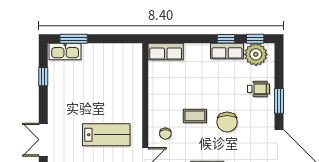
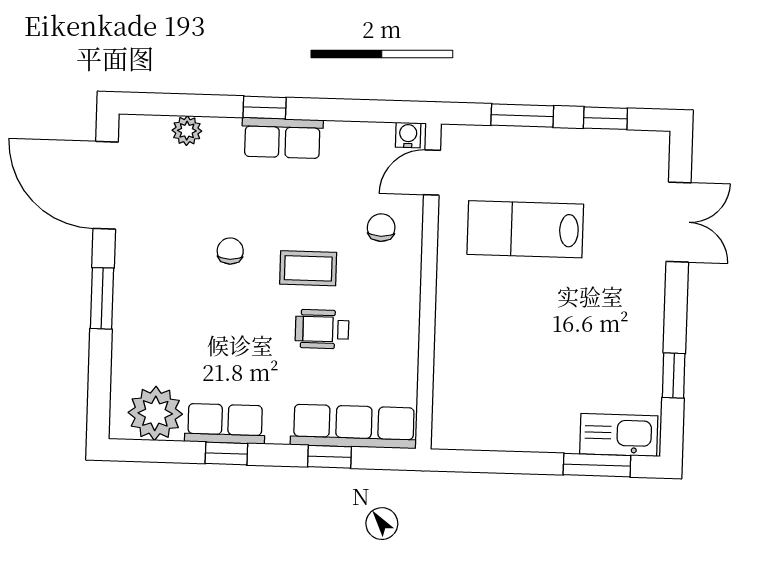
window: (255, 39) -> (330, 457), moved
row of seats: (166, 52) -> (354, 426), width x1.48
wheelchair: (258, 89) -> (322, 329), moved
chair: (227, 122) -> (230, 251), width x0.54, depth x0.54

